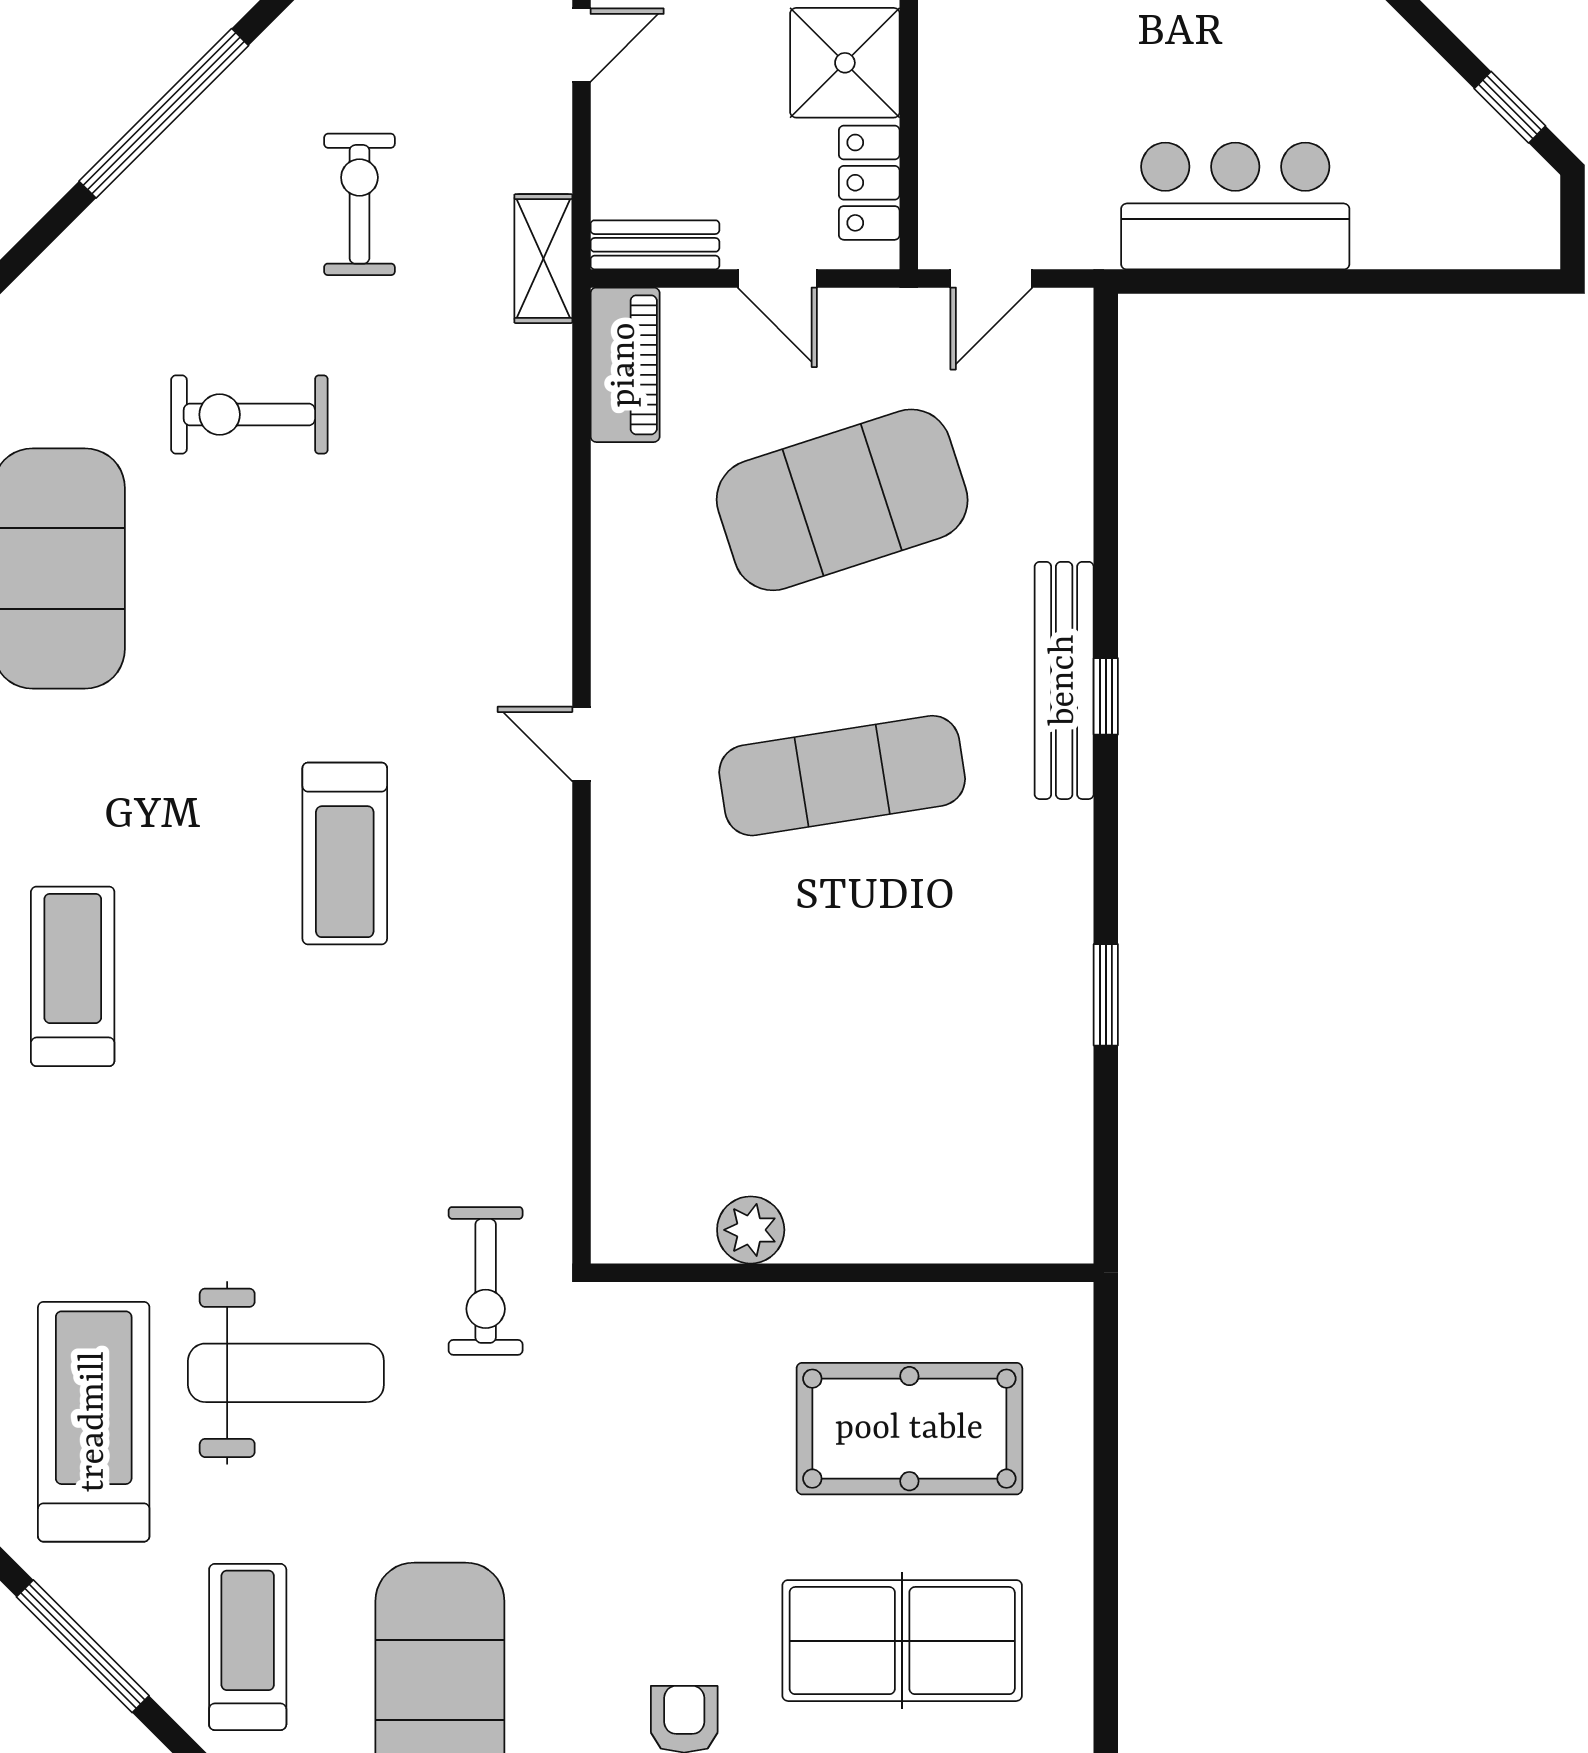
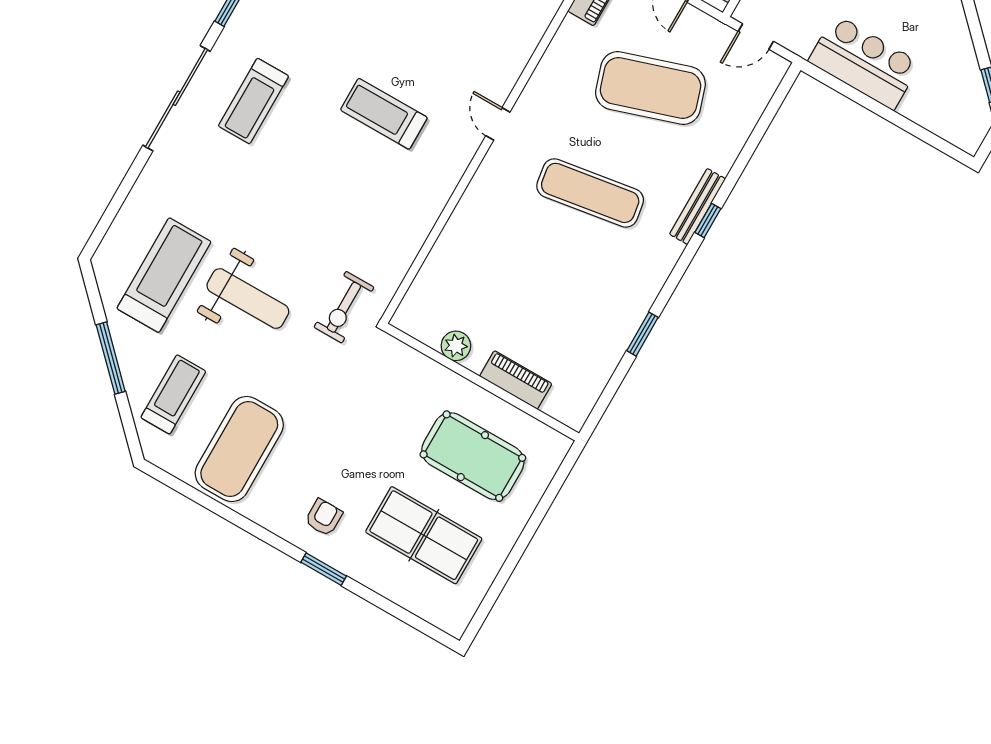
bench: (1064, 680) -> (697, 206), width x0.73, depth x0.82
treadmill: (345, 853) -> (384, 114), turned 90
treadmill: (73, 976) -> (253, 101), turned 180
piano: (908, 1230) -> (516, 380), added

